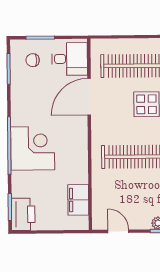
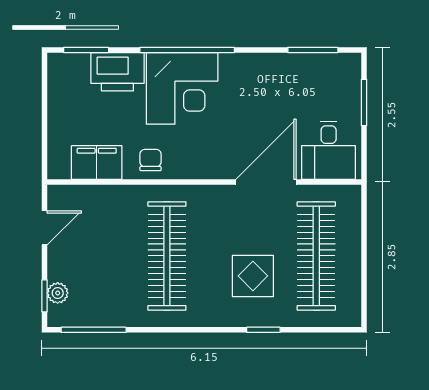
chair: (33, 60) -> (151, 160), moved
door: (89, 97) -> (266, 182), hinge flipped
printer: (23, 214) -> (117, 72), moved

